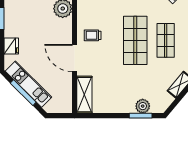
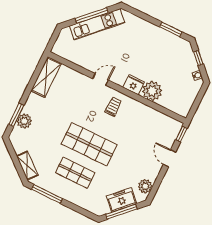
fridge: (11, 46) -> (134, 85), moved, turned 180
door: (75, 58) -> (100, 79), width x0.53
shelving: (84, 95) -> (46, 77), moved, turned 90

